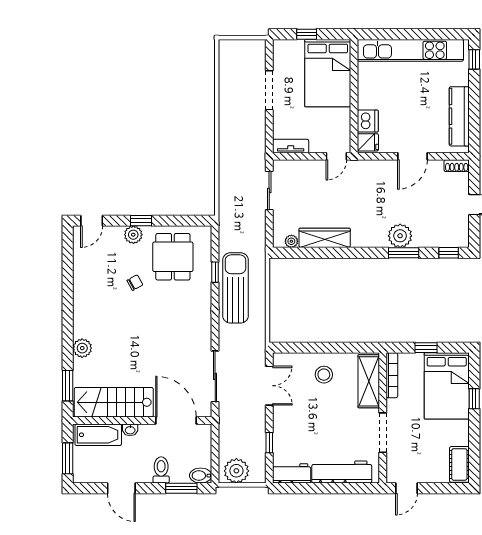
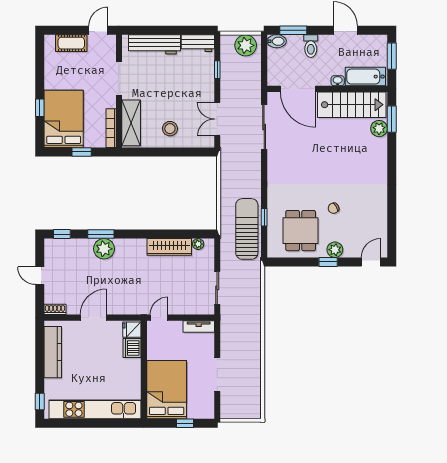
sun lounger: (235, 288) -> (247, 229), moved, turned 180
plant: (82, 348) -> (379, 129), moved
cot: (459, 464) -> (71, 43), moved, turned 90

